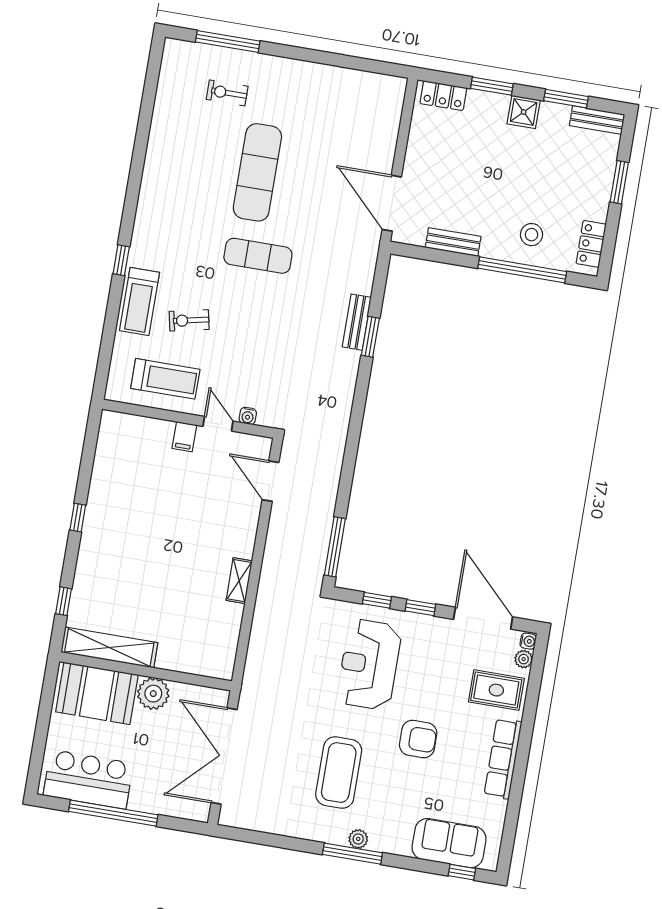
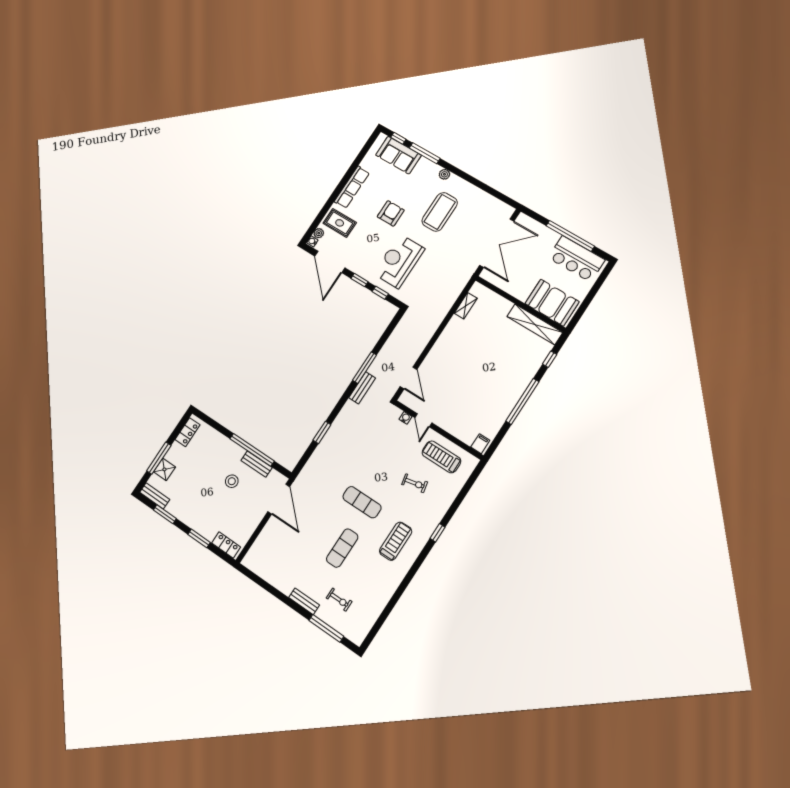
bench: (280, 66) -> (304, 601), added
shower: (524, 112) -> (164, 469), moved
exercise mat: (257, 172) -> (342, 548), width x0.73, depth x0.69
window: (619, 182) -> (159, 458), width x1.44
stool: (531, 235) -> (232, 481), moved
window: (522, 270) -> (252, 450), moved
treadmill: (140, 301) -> (396, 541), moved
bench: (357, 322) -> (362, 388), moved
filing cabinet: (184, 437) -> (480, 444), moved
window: (78, 518) -> (522, 401), width x3.17
window: (335, 547) -> (365, 368), moved
shelving: (239, 581) -> (466, 306), moved
reception desk: (369, 664) -> (399, 261), turned 180
plant: (153, 694) -> (521, 291), removed
armchair: (418, 739) -> (391, 213), turned 90
window: (352, 854) -> (425, 153), moved

